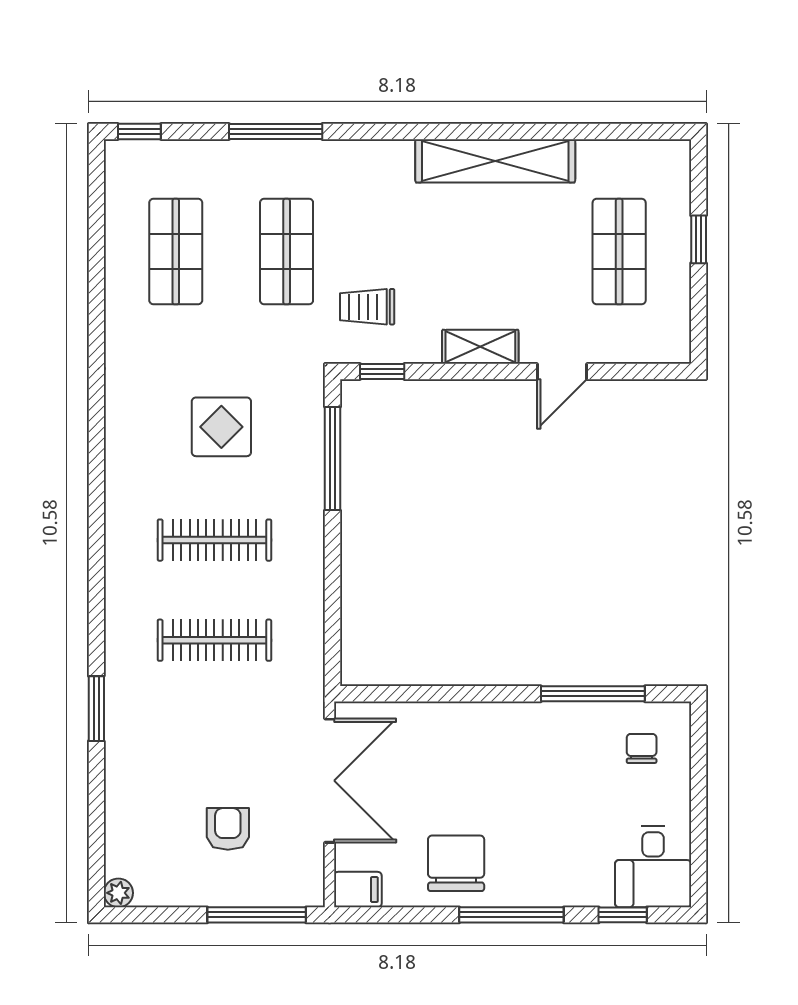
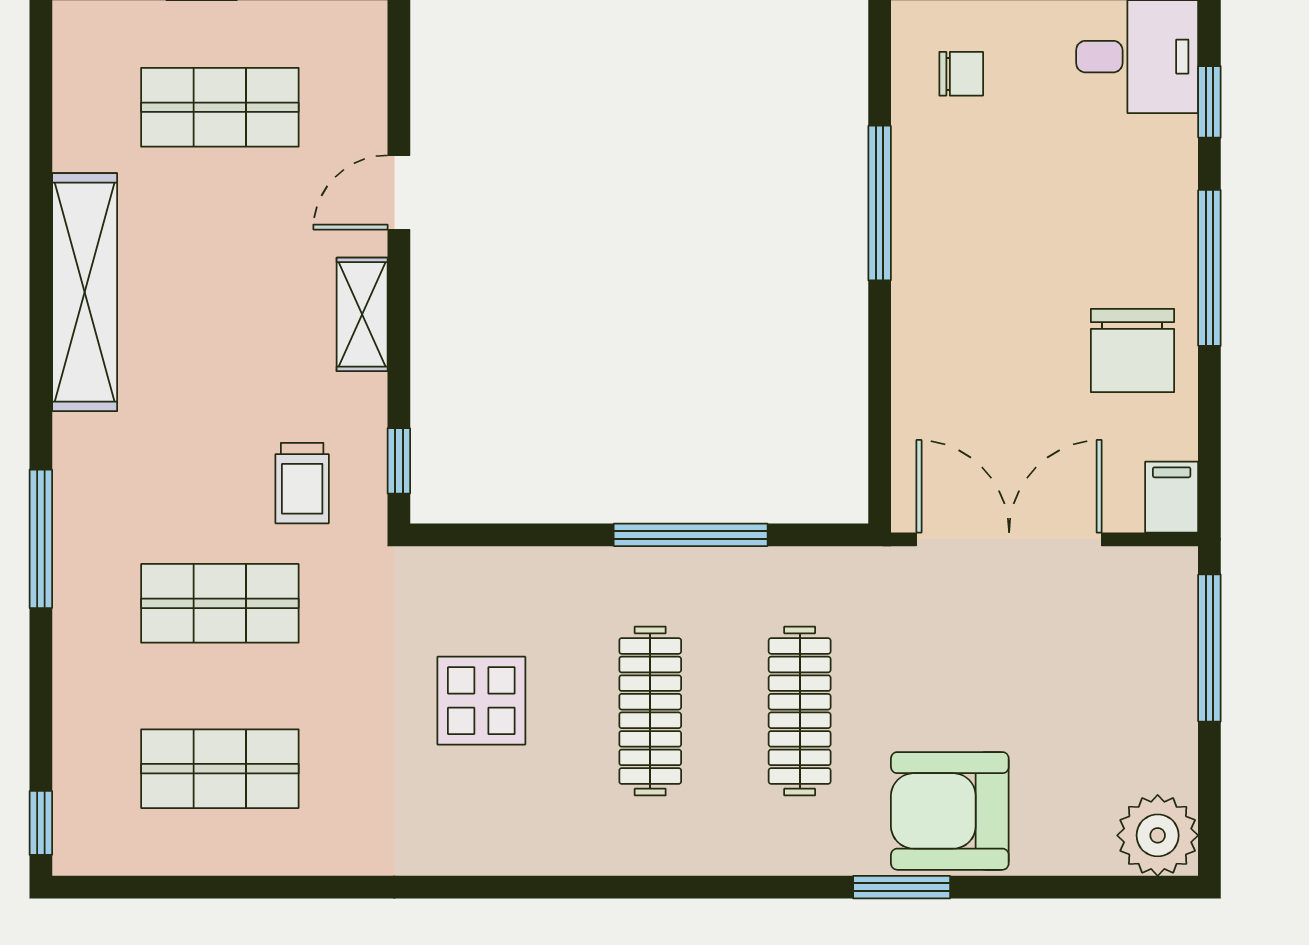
window: (276, 132) -> (41, 539), moved
door: (562, 372) -> (399, 192), swing flipped
window: (333, 459) -> (691, 535), moved
window: (593, 694) -> (880, 203), moved
chair: (642, 748) -> (961, 74), turned 180
armchair: (228, 829) -> (950, 811), moved, width x1.88, depth x1.88
chair: (456, 863) -> (1132, 350), turned -90
plant: (118, 893) -> (1158, 835), width x1.88, depth x1.88

